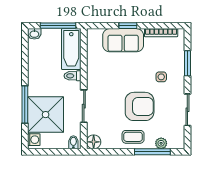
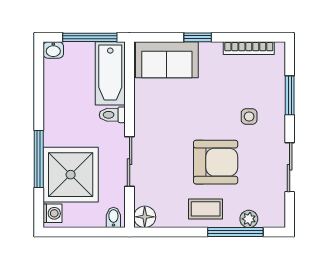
sofa: (123, 40) -> (167, 60), moved

